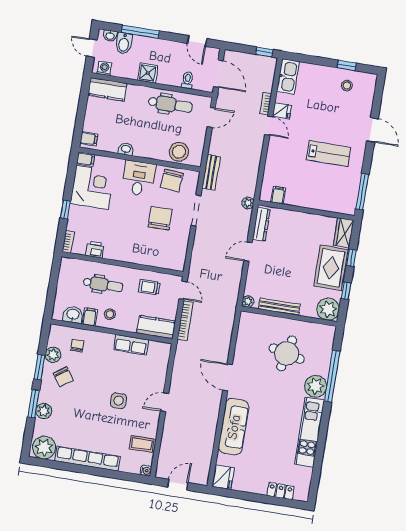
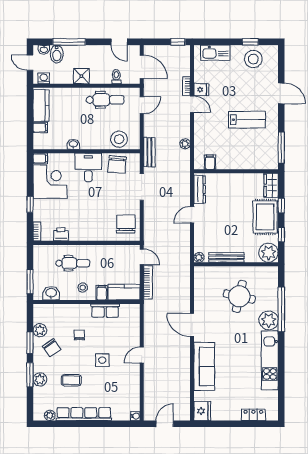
kitchen sink: (288, 77) -> (215, 53), moved, turned 90
stool: (347, 86) -> (253, 59), width x1.89, depth x1.89
kitchen counter: (107, 89) -> (41, 105), moved, turned -90
filing cabinet: (89, 139) -> (40, 128), moved
plant: (248, 203) -> (185, 144), moved
chair: (160, 218) -> (126, 224), moved
trolley: (150, 287) -> (113, 259), removed
window: (51, 298) -> (30, 282), added
filing cabinet: (90, 317) -> (102, 293), moved
chair: (77, 345) -> (79, 335), moved
coffee table: (142, 444) -> (71, 380), moved
plant: (44, 448) -> (50, 415), width x0.53, depth x0.53

